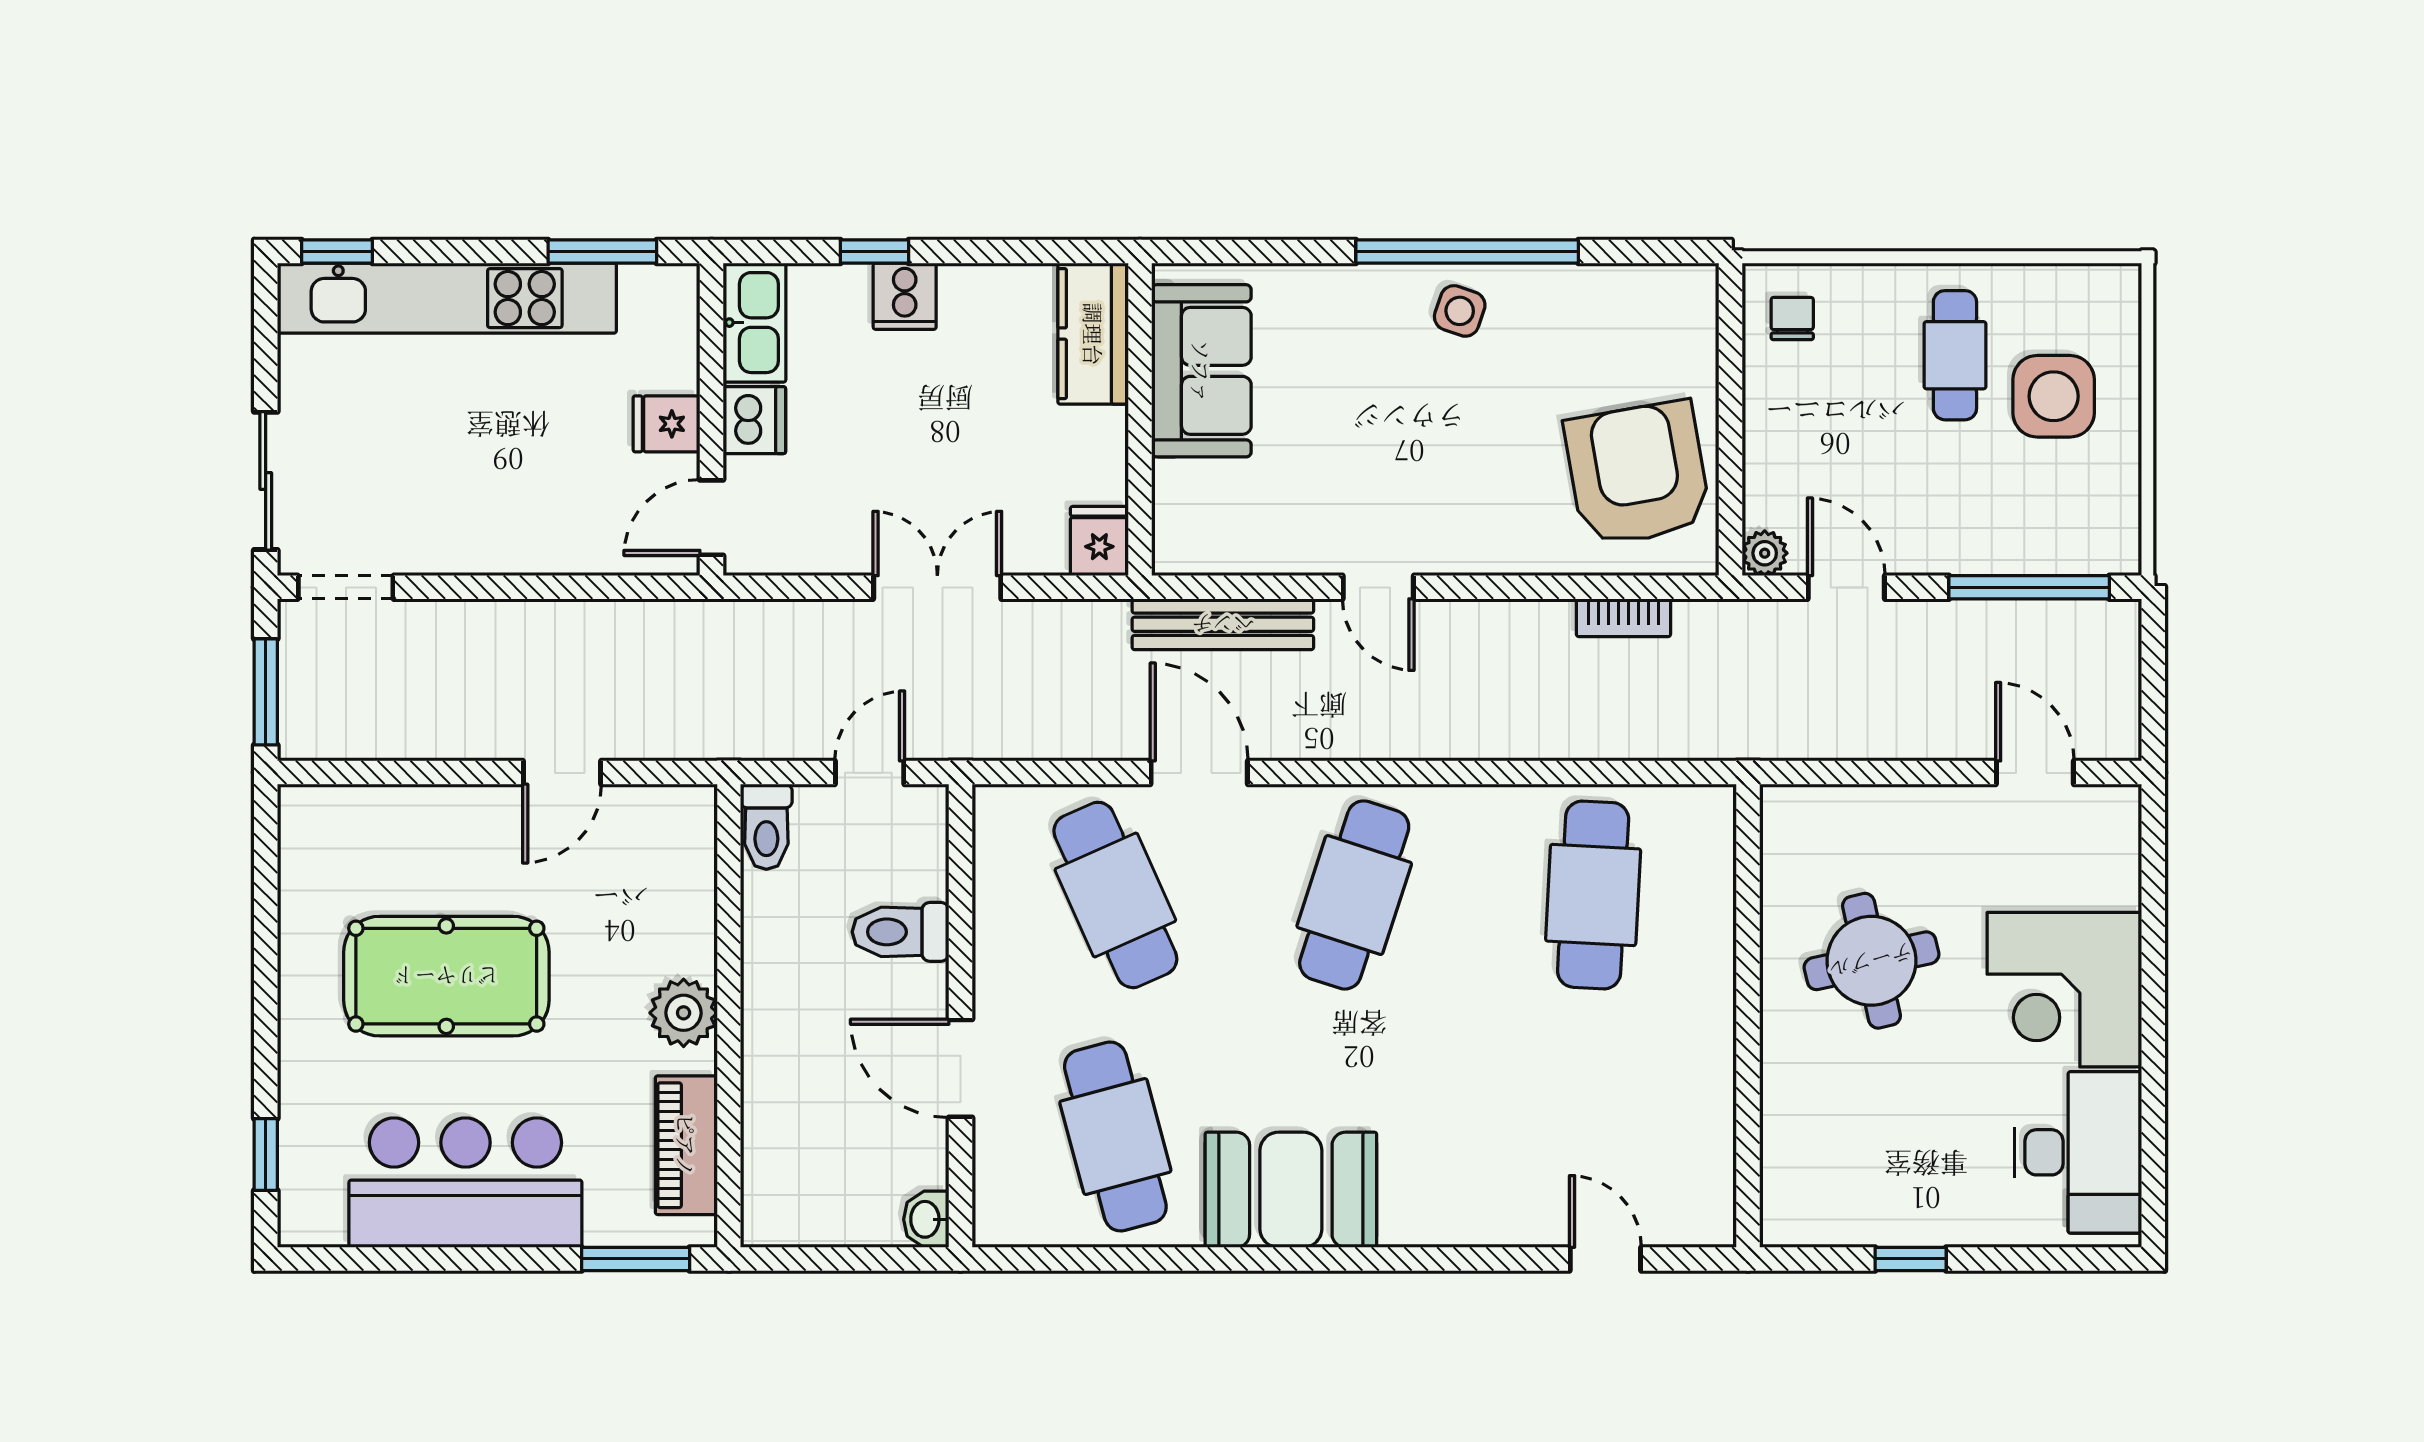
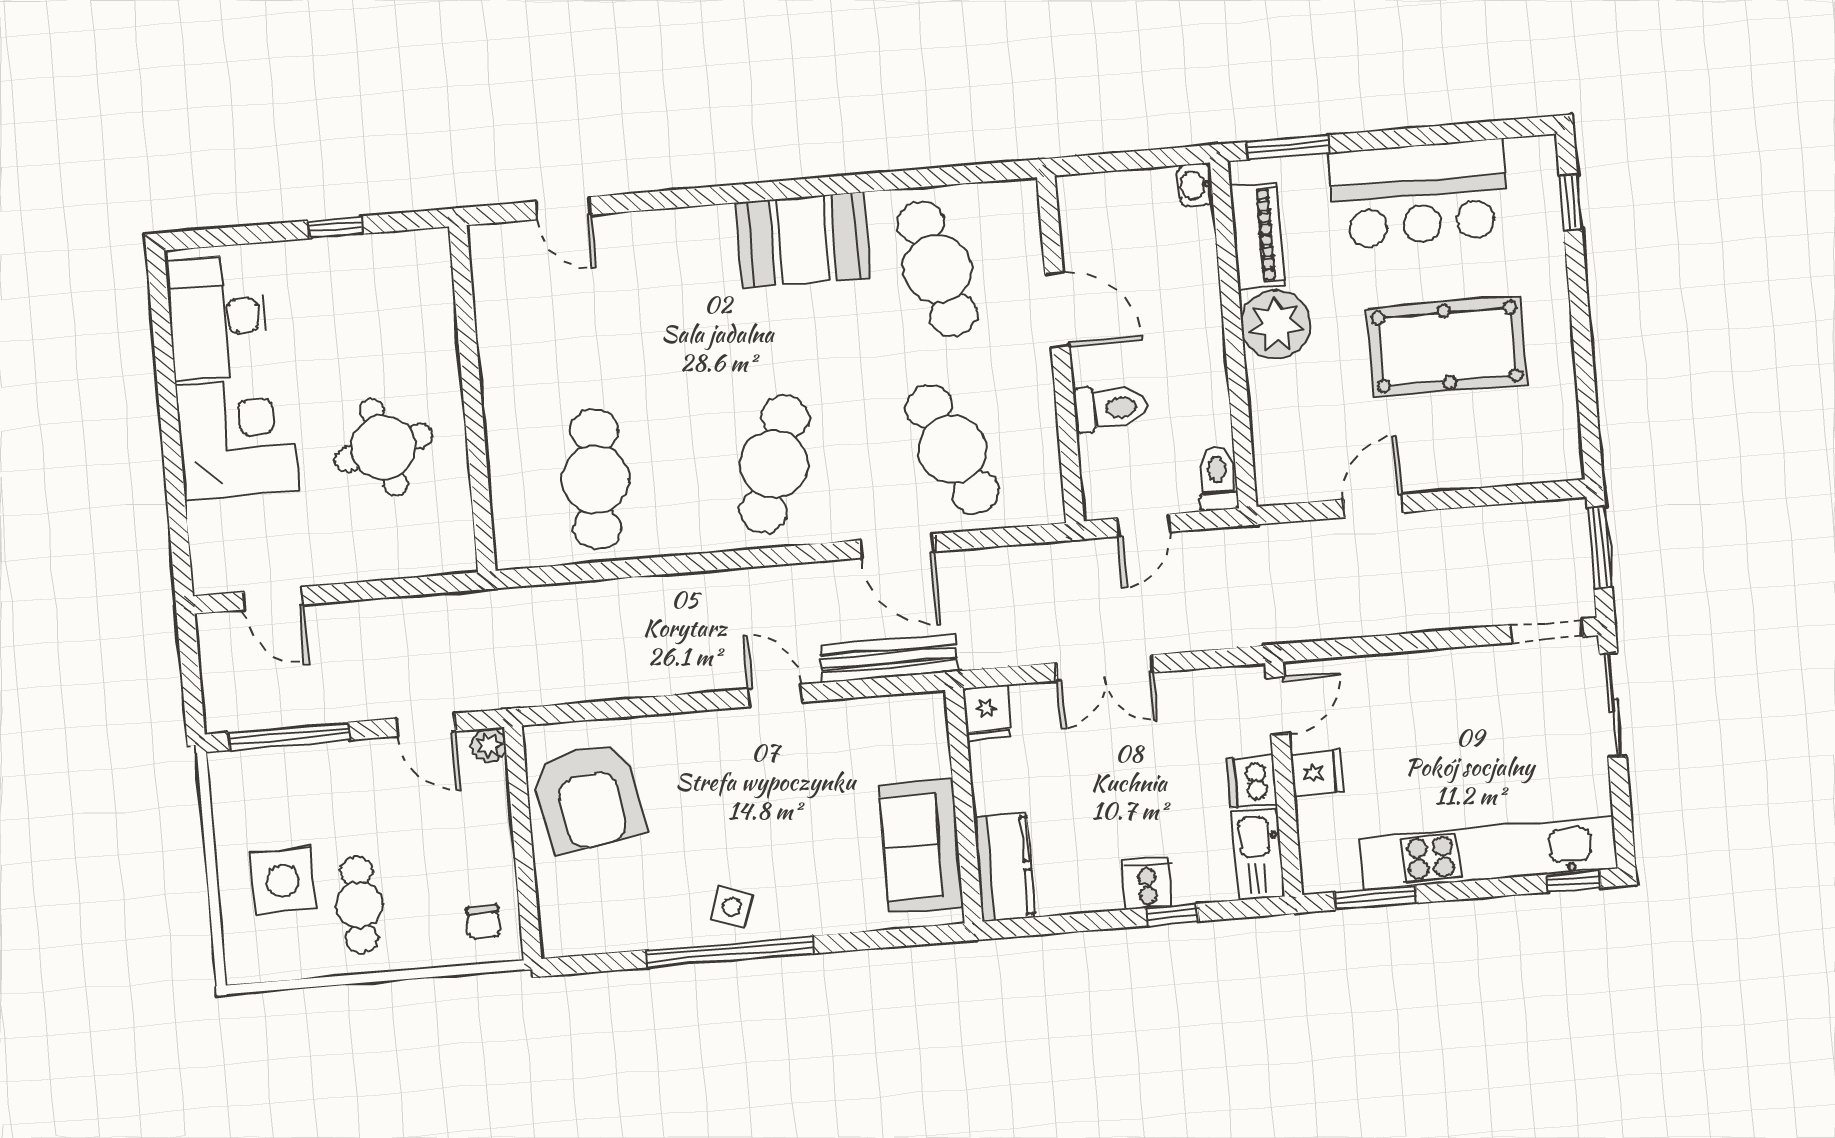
bookcase: (1623, 618) -> (590, 688), removed
plant: (684, 1013) -> (1276, 324), width x1.36, depth x1.36
washbasin: (926, 1219) -> (1195, 185), moved, turned 180

